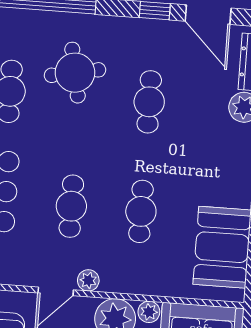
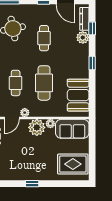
cafe table: (141, 211) -> (44, 83), width x1.37, depth x1.35

